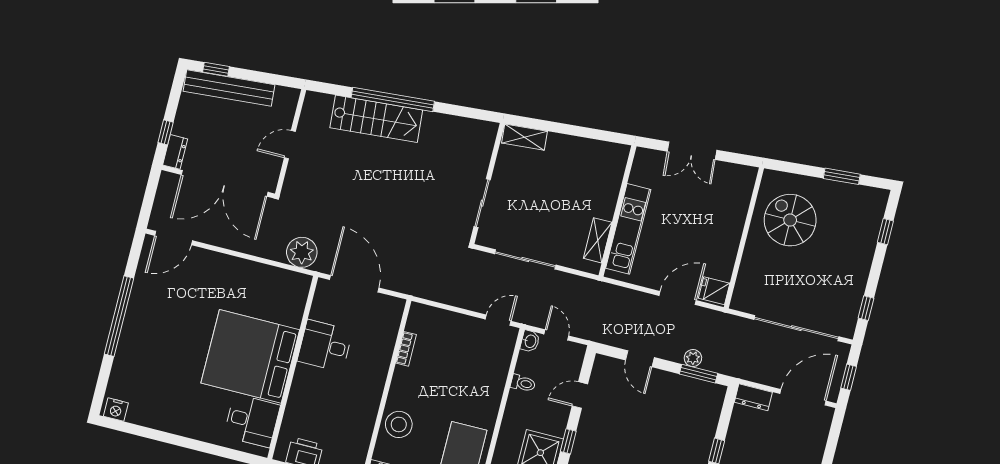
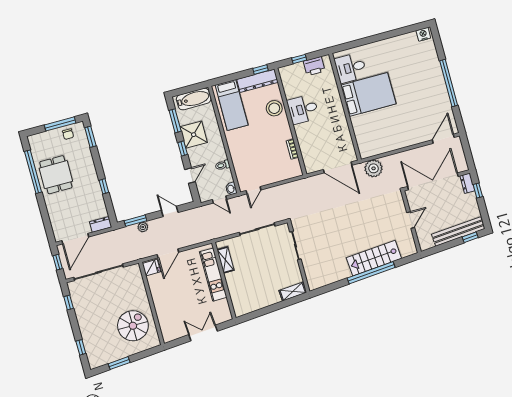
spiral stairs: (790, 220) -> (133, 326), turned -90
desk: (325, 346) -> (303, 109), moved, turned 180
bed: (250, 356) -> (368, 94), width x0.73

